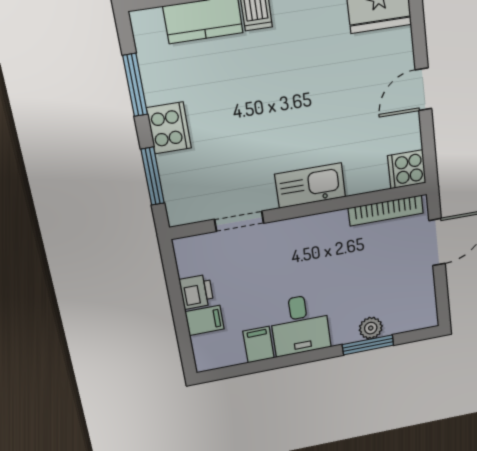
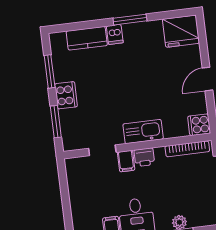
printer: (197, 292) -> (144, 157), moved, turned 90
filing cabinet: (205, 320) -> (126, 161), moved, turned 90

